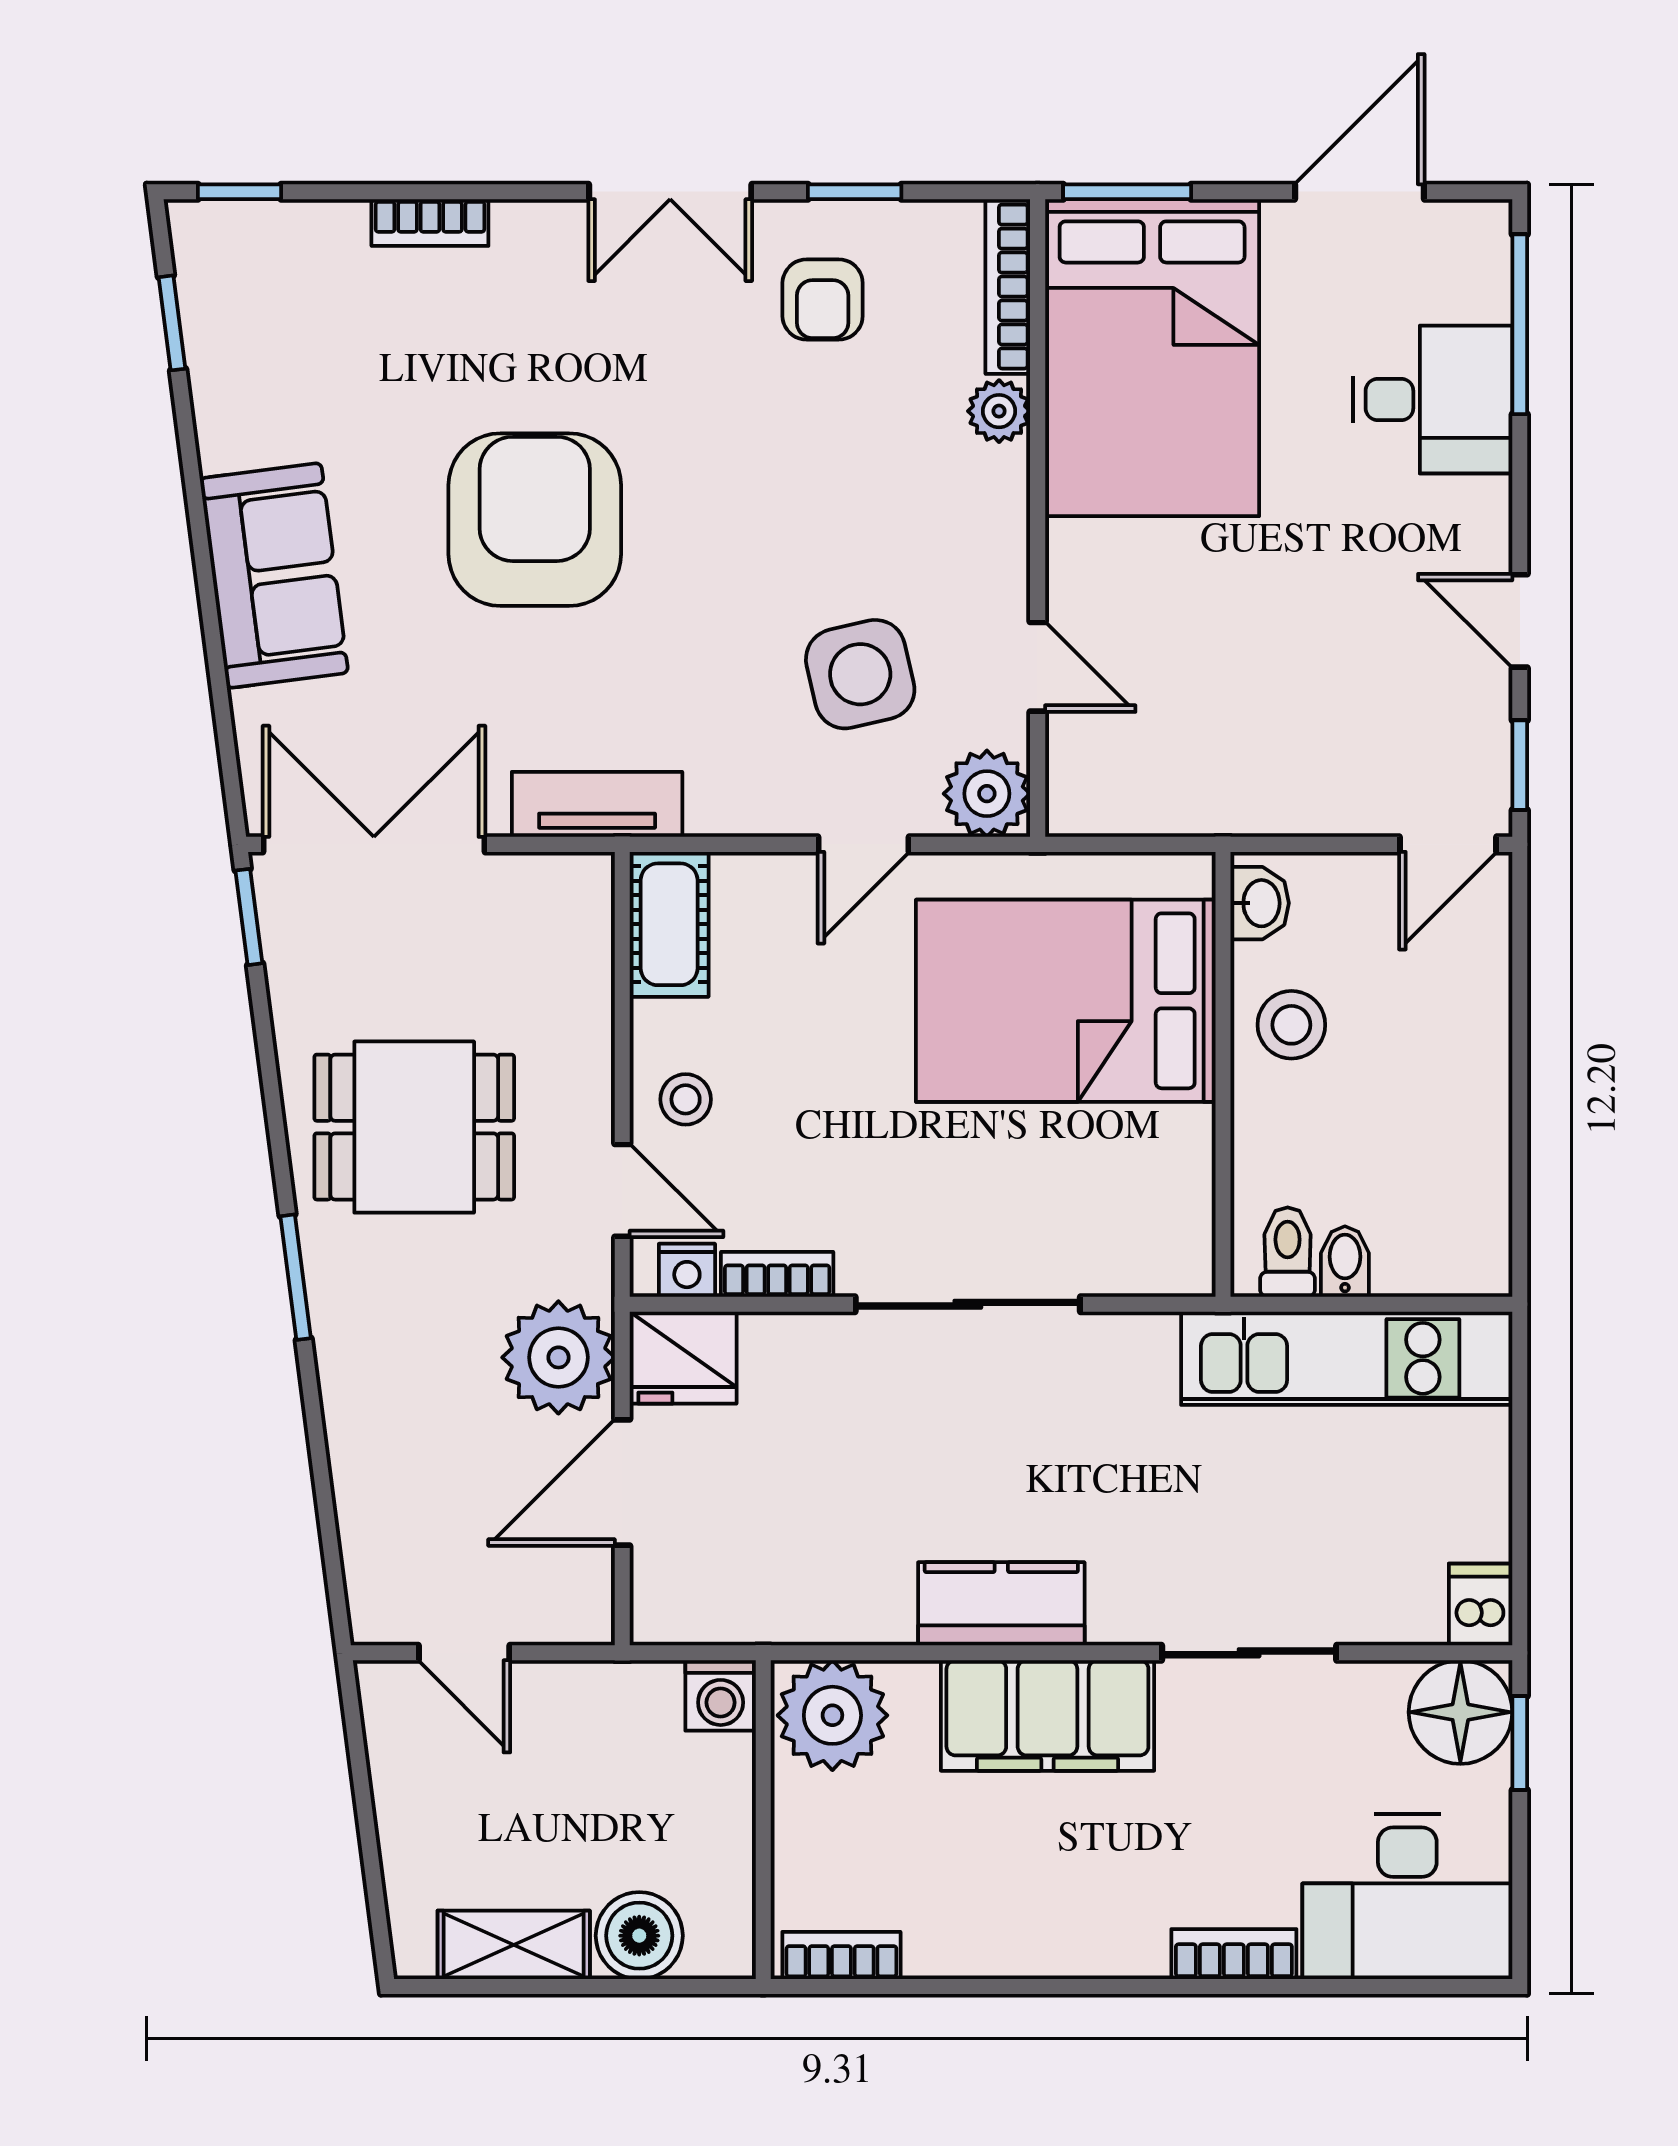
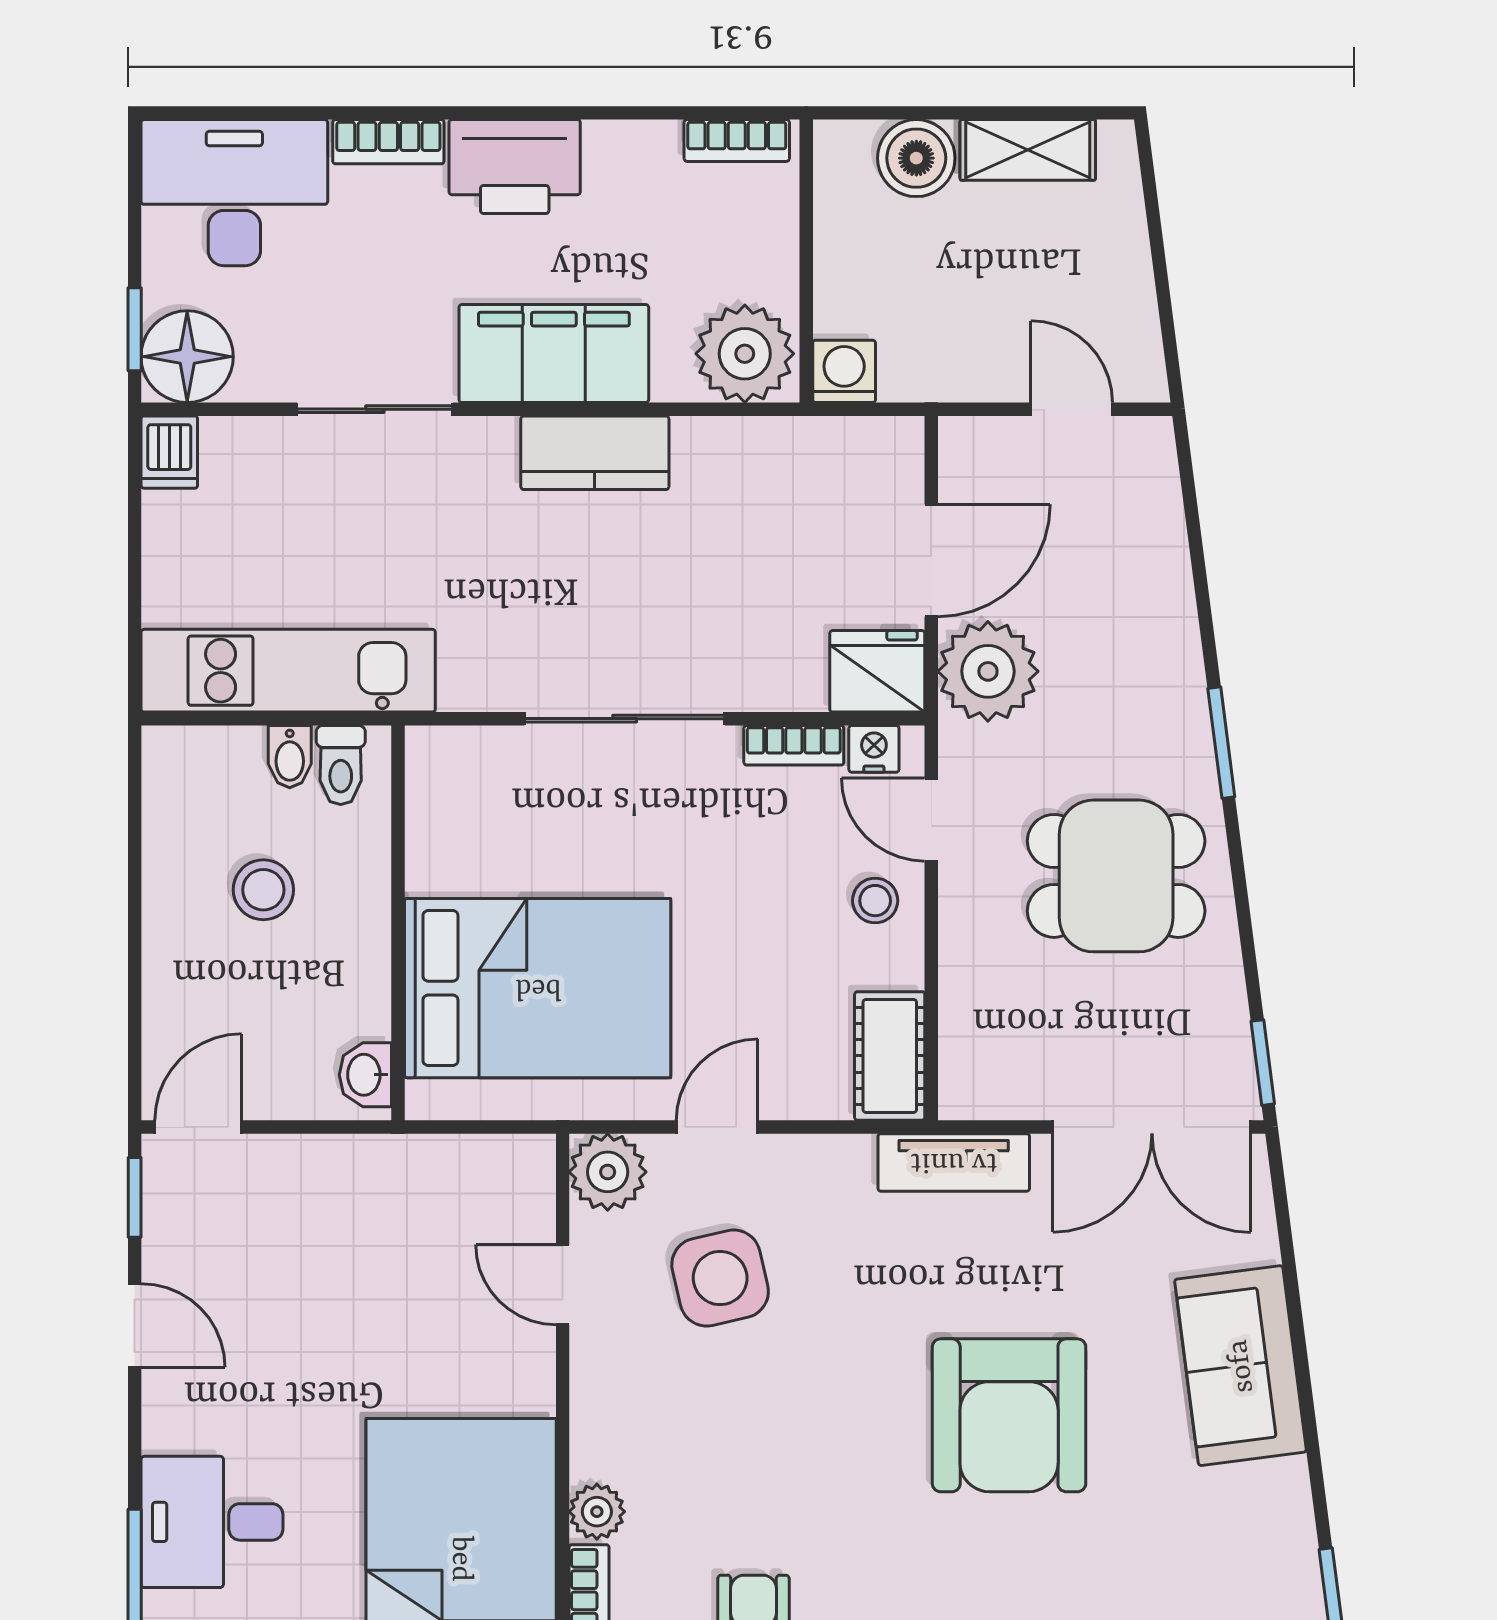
stool: (1291, 1025) -> (263, 890), moved
printer: (1092, 1926) -> (515, 167), added

